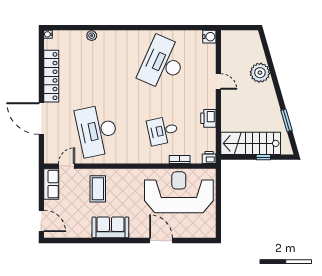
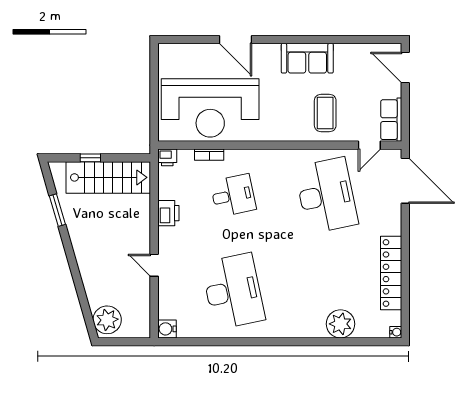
plant: (92, 36) -> (340, 324), width x1.88, depth x1.88
desk: (163, 63) -> (233, 291), turned -36
plant: (260, 73) -> (107, 320), moved
door: (41, 119) -> (405, 181), moved

